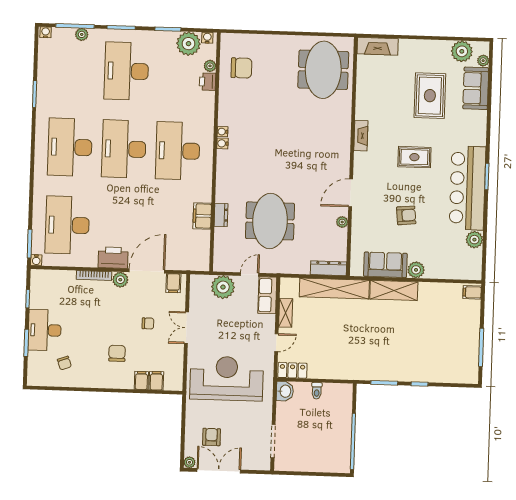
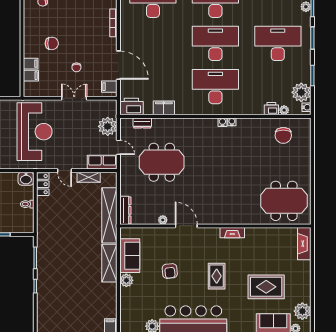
dresser: (221, 215) -> (142, 123), moved
printer: (113, 258) -> (131, 107), moved, turned -90
plant: (120, 280) -> (111, 44), removed

